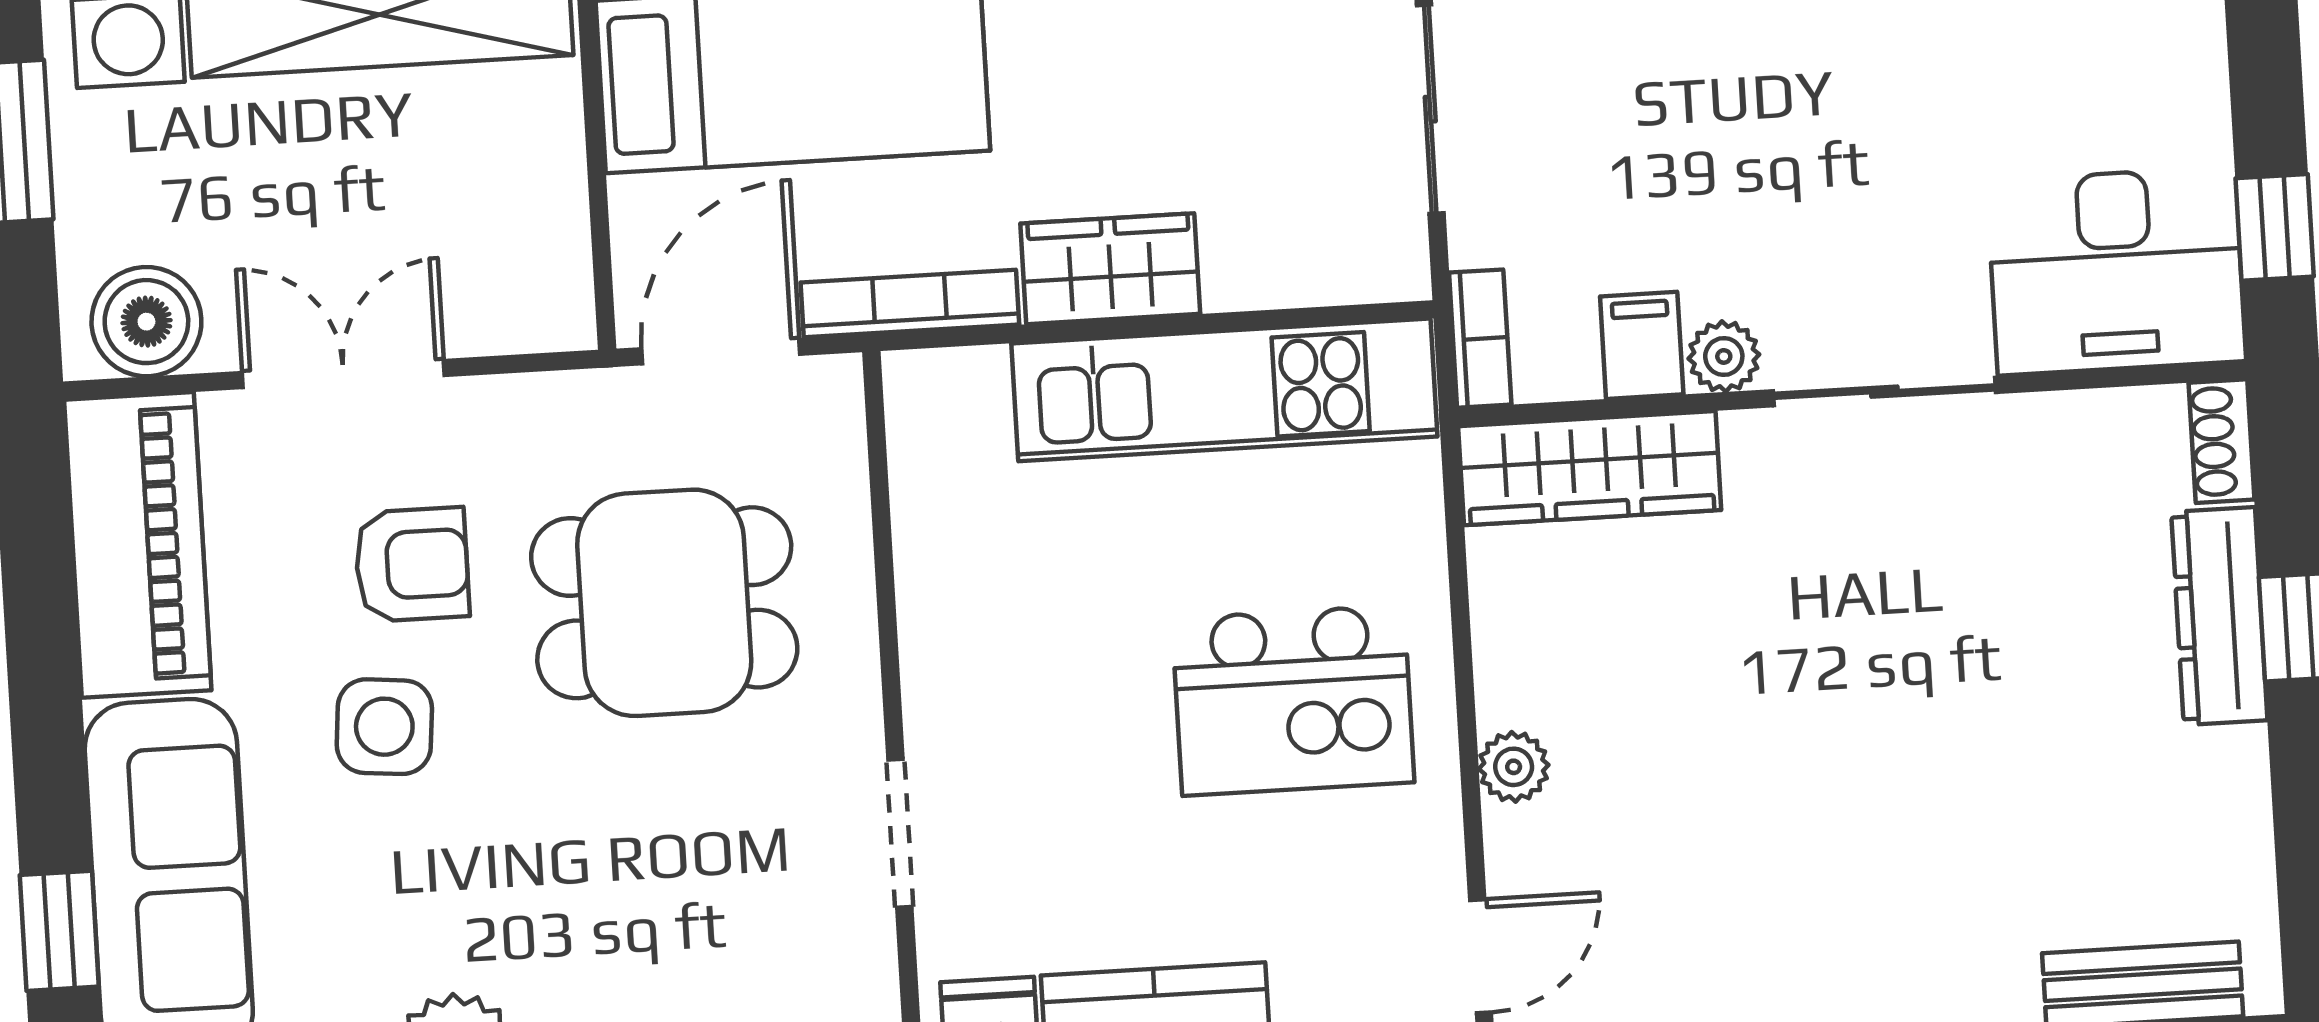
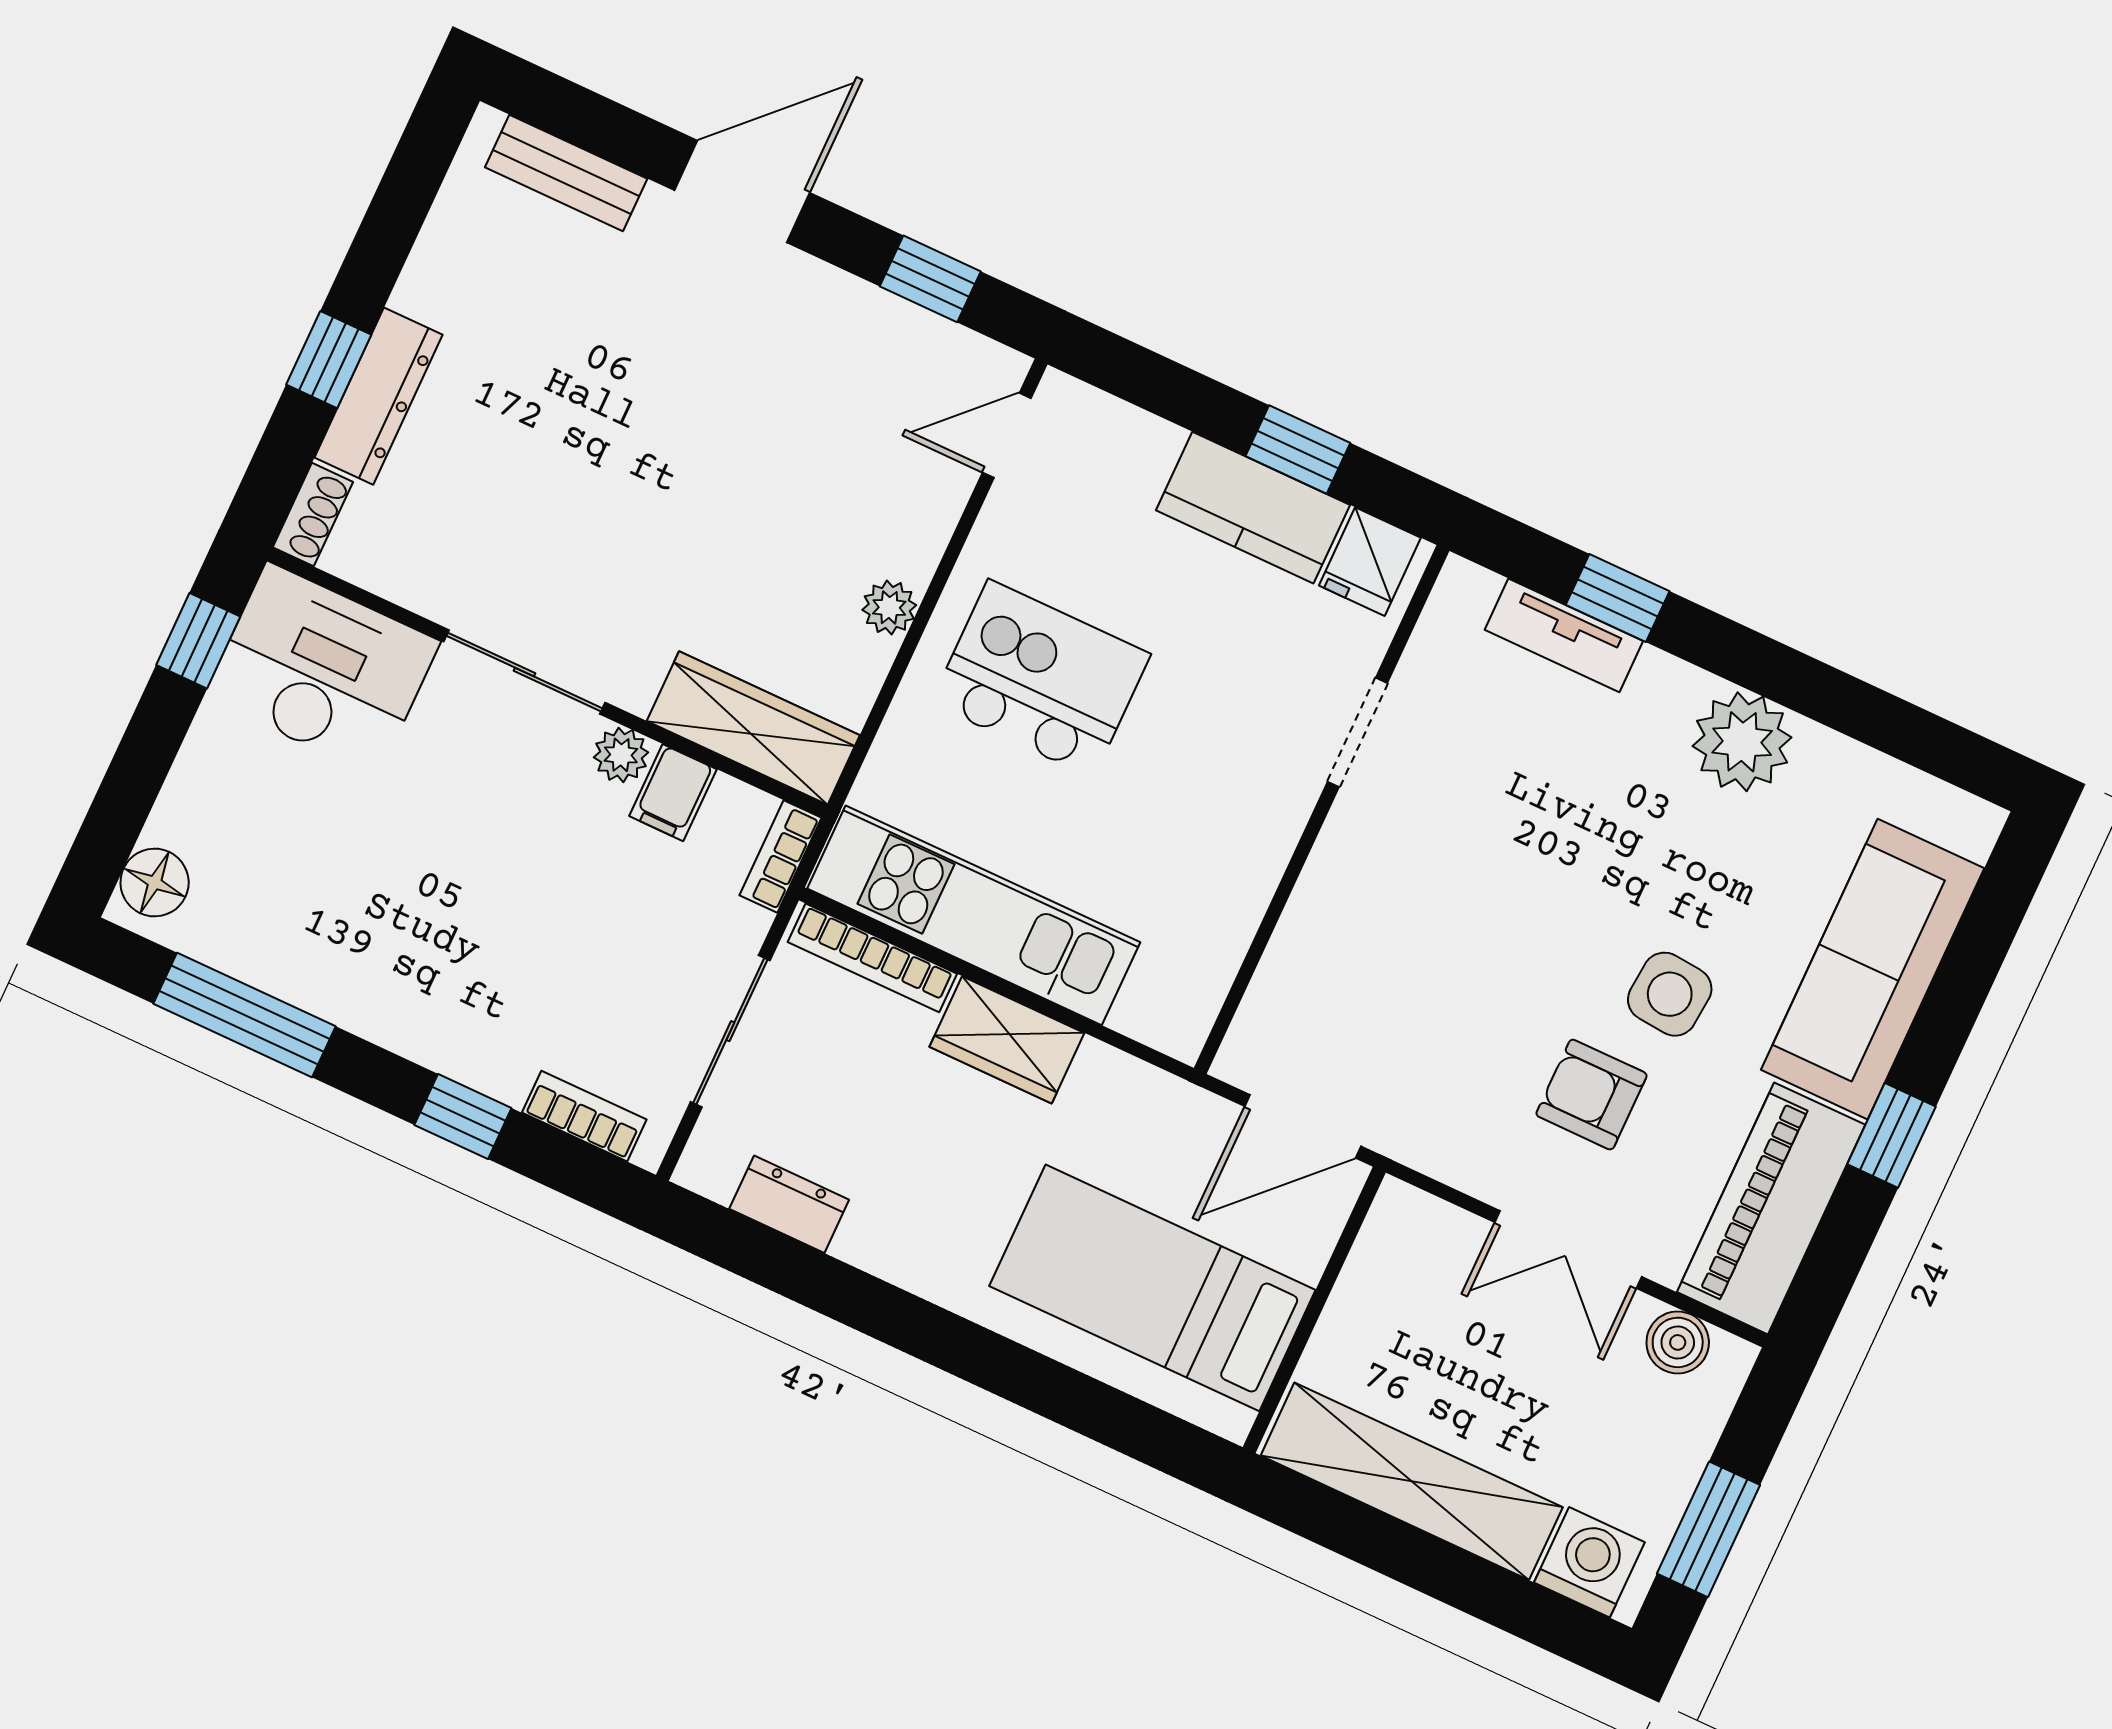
bookcase: (910, 304) -> (872, 958), moved
boiler: (146, 322) -> (1678, 1342), width x0.73, depth x0.73
dining table: (664, 603) -> (1433, 976), removed
plant: (1514, 767) -> (889, 608), moved
window: (59, 931) -> (1891, 1135), moved

